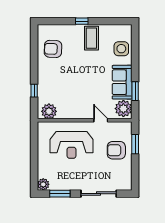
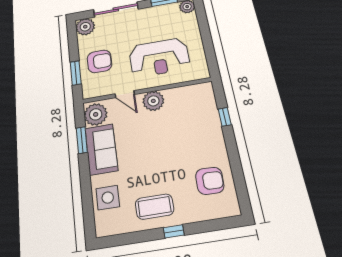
coffee table: (91, 38) -> (155, 207), turned 90
plant: (49, 111) -> (153, 101), moved
reception desk: (71, 145) -> (159, 57), turned 180
plant: (124, 183) -> (85, 27), added

